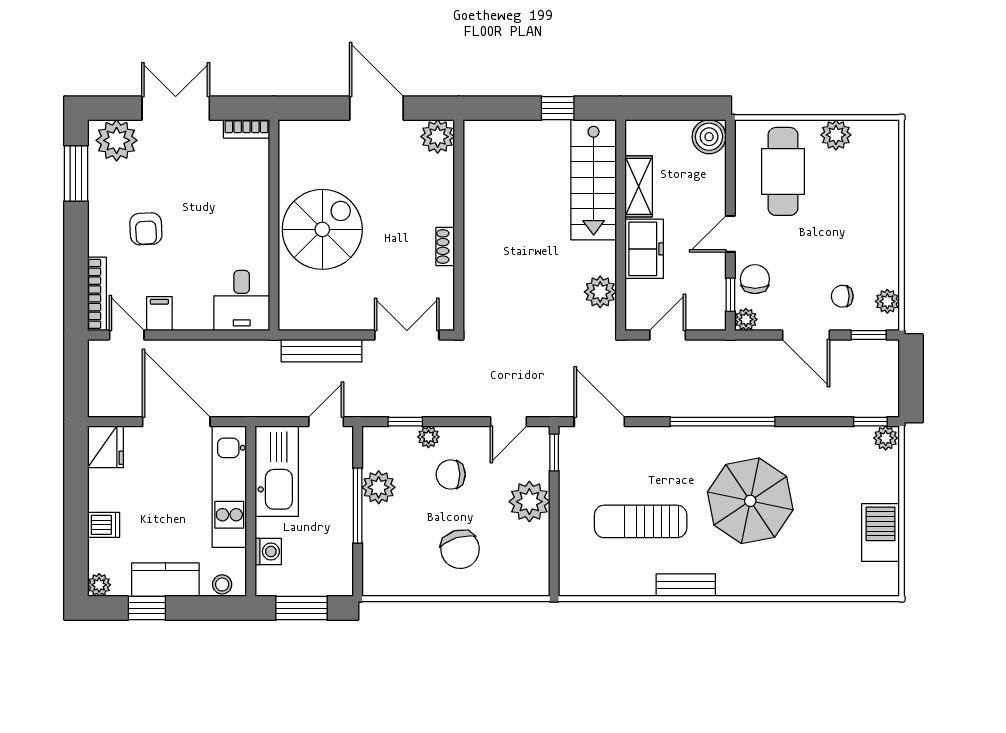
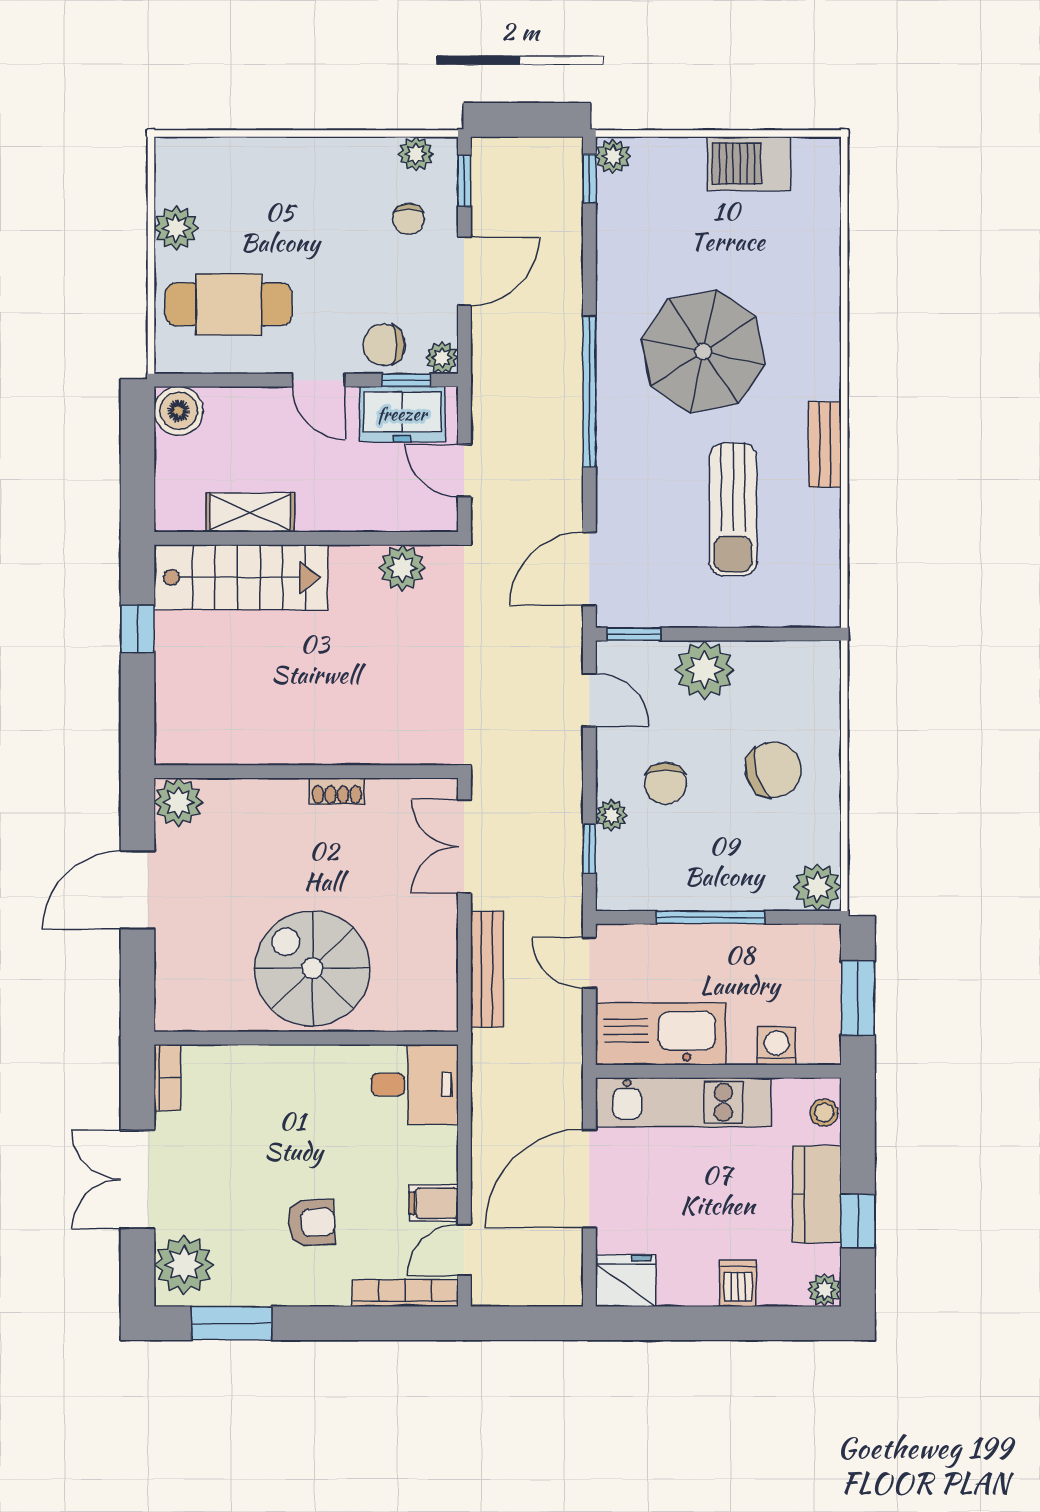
freezer: (644, 249) -> (402, 414), moved, turned 180
plant: (379, 487) -> (817, 887), moved

